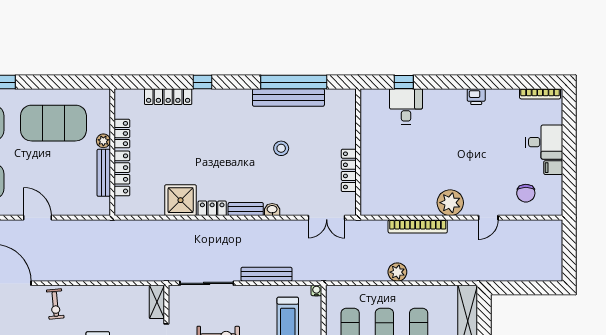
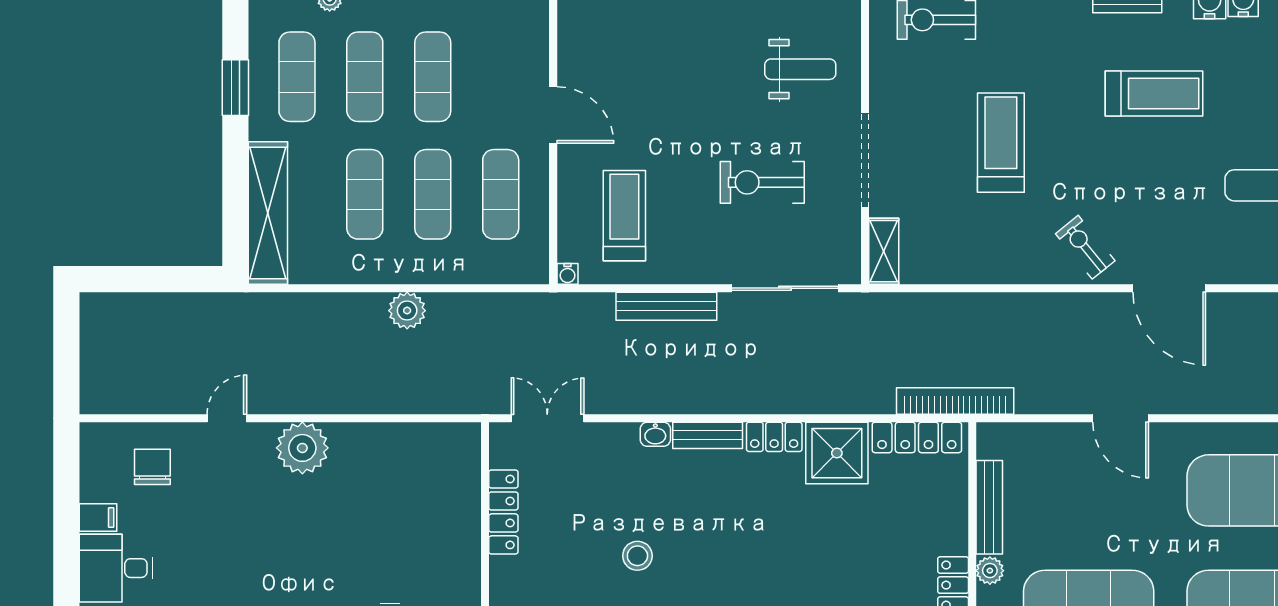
locker: (122, 173) -> (917, 437), moved, turned -90
bookcase: (418, 226) -> (955, 401), moved
exercise bike: (55, 304) -> (1085, 247), turned -34

